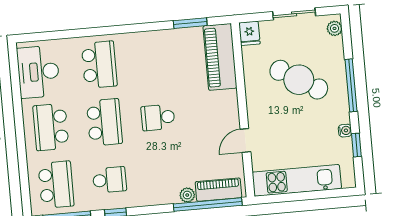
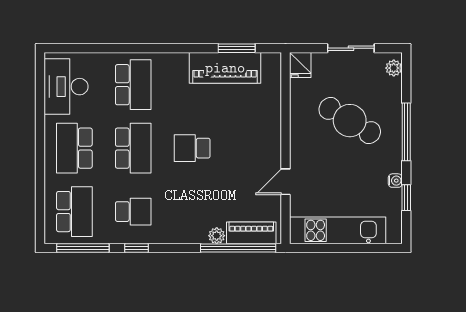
piano: (220, 57) -> (225, 68), moved, turned -90

